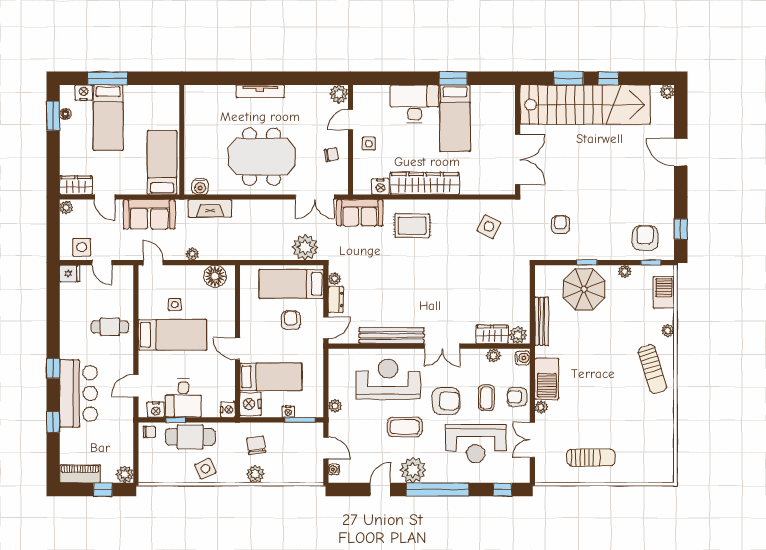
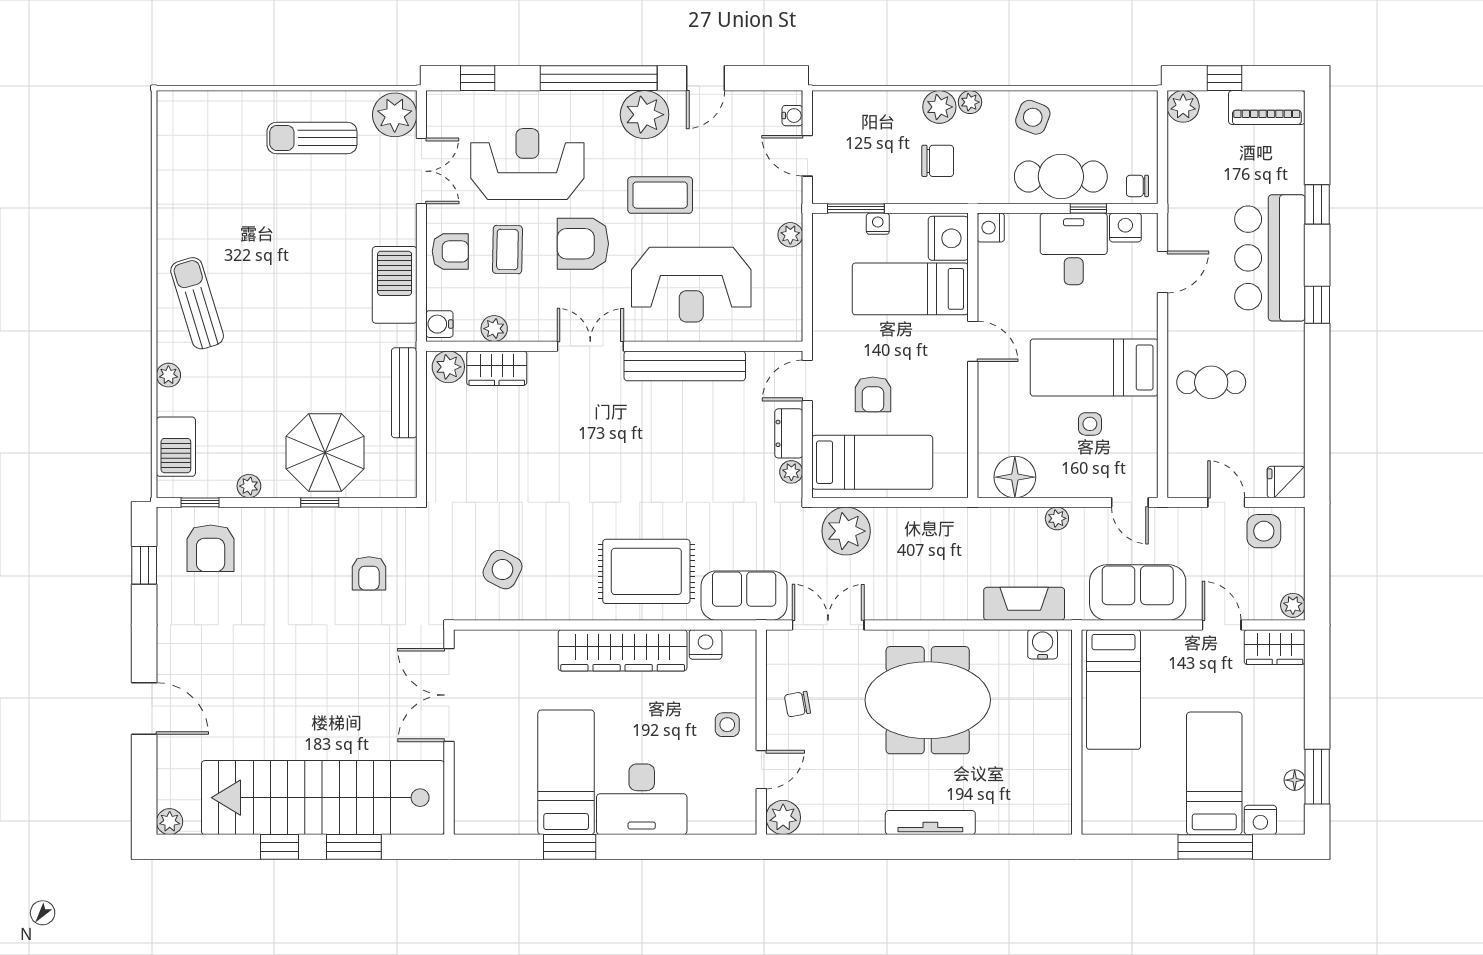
rug: (412, 226) -> (646, 571), width x1.36, depth x1.43
plant: (541, 407) -> (395, 115), moved, width x1.88, depth x1.88
chair: (256, 445) -> (938, 161), turned -82
side table: (205, 469) -> (1033, 117), turned 45
plant: (239, 477) -> (970, 102), added

